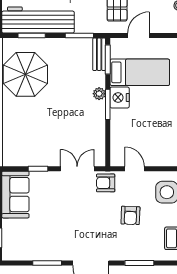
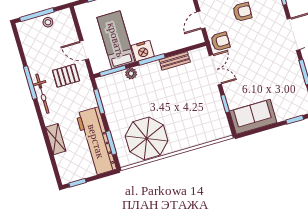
bench: (99, 54) -> (175, 61), moved
plant: (99, 94) -> (131, 74), moved
double door: (77, 169) -> (215, 70), swing flipped
armchair: (106, 183) -> (220, 41), turned -90

